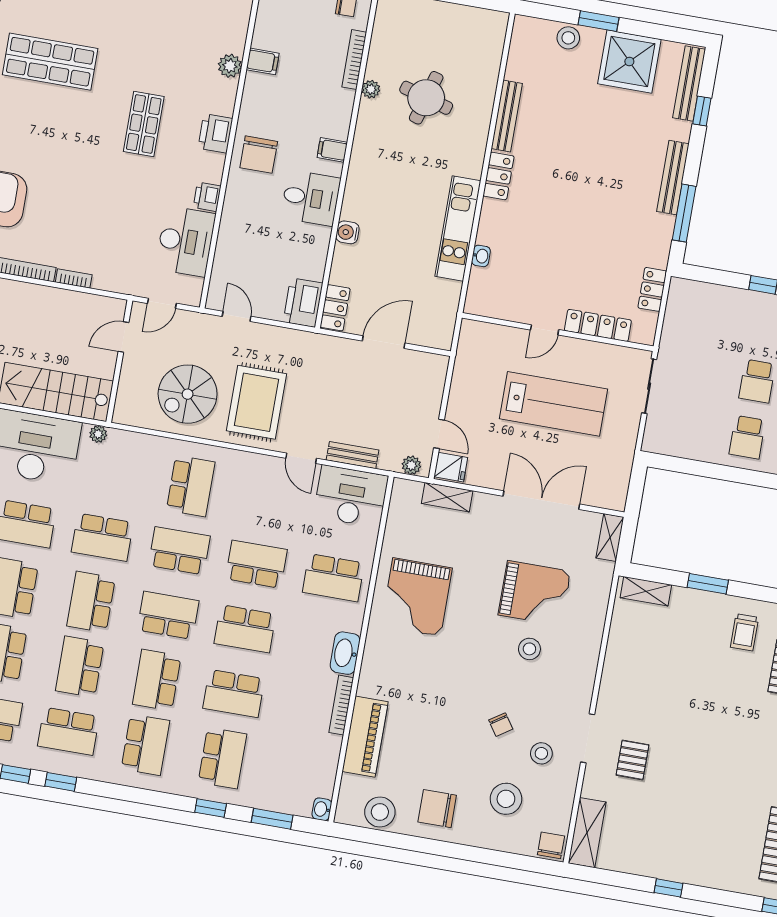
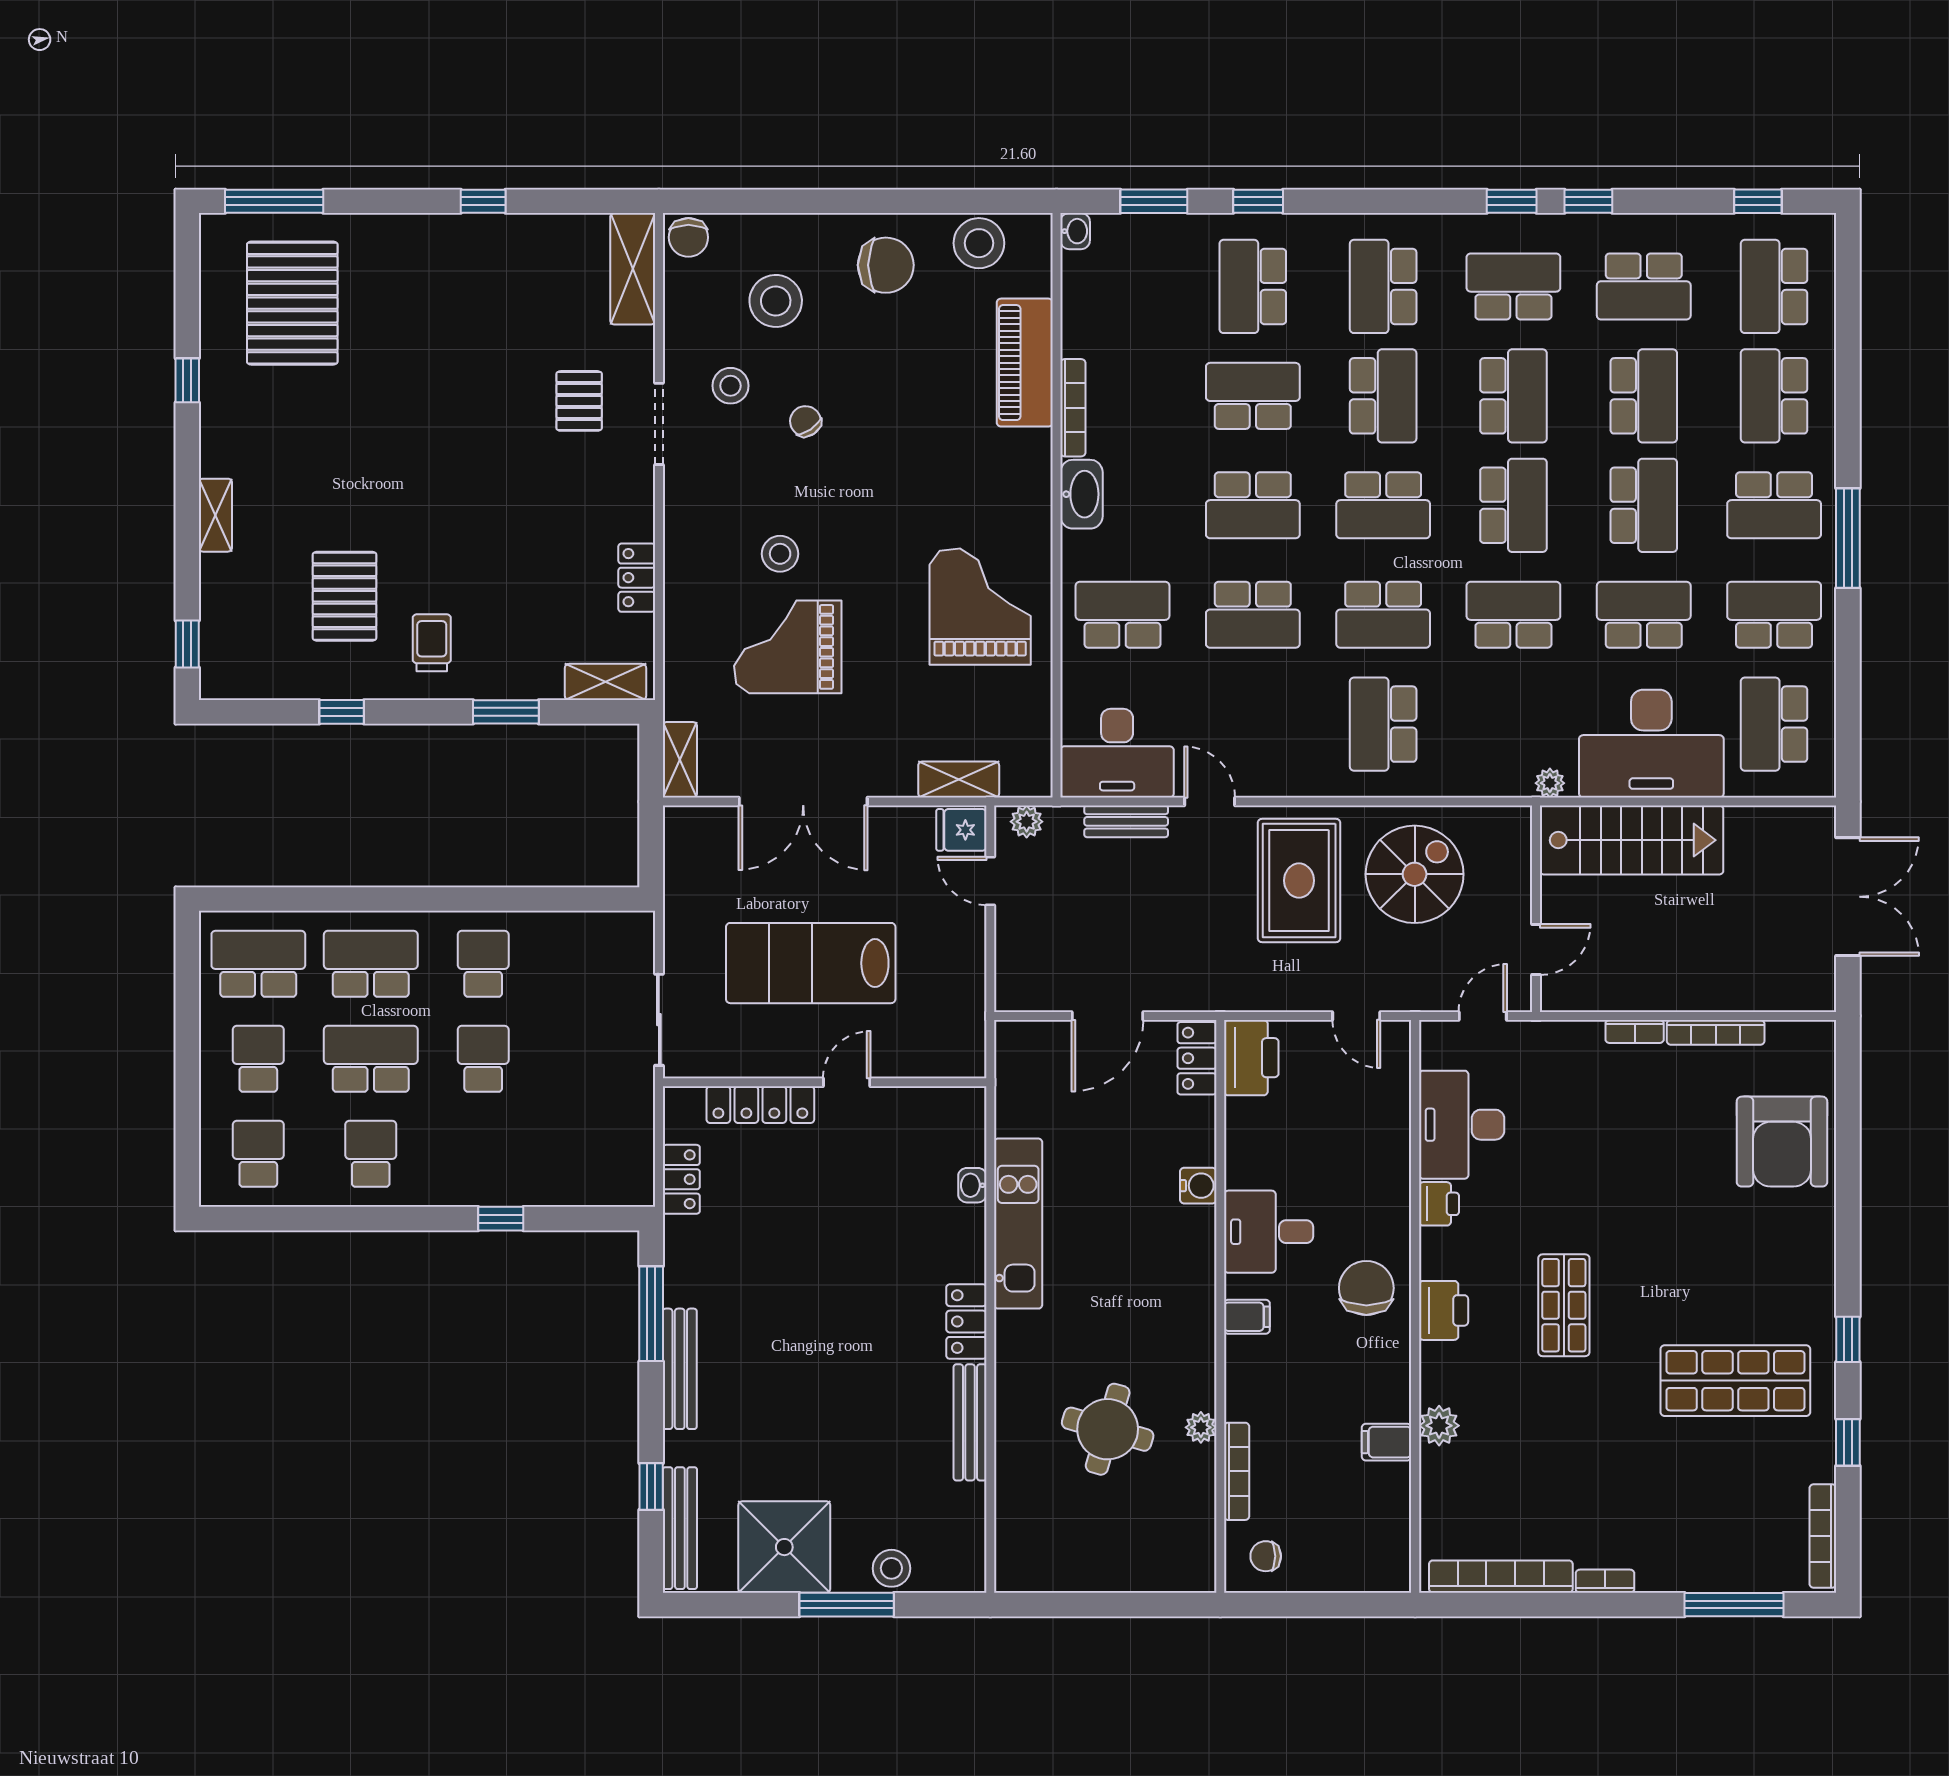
window: (598, 21) -> (847, 1605), width x1.44
school desk: (245, 629) -> (1253, 505), turned 180
locker: (617, 650) -> (637, 578), added

